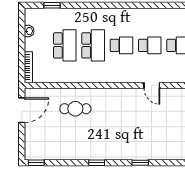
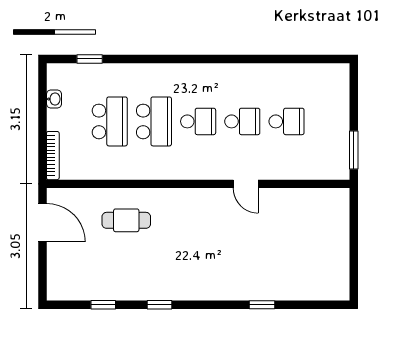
door: (22, 110) -> (43, 223), hinge flipped
window: (36, 163) -> (103, 305), moved
window: (140, 163) -> (262, 305), moved

